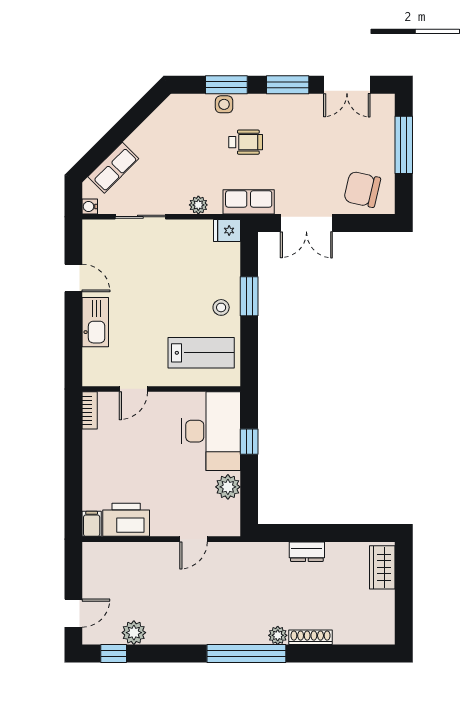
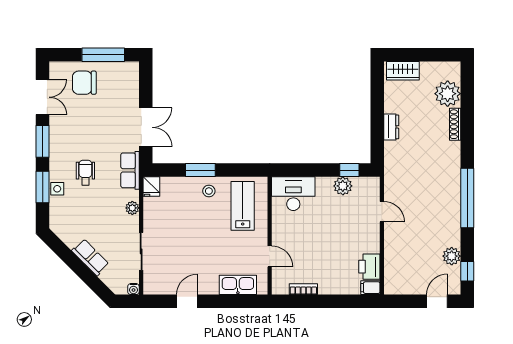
window: (404, 145) -> (103, 55), moved
row of seats: (113, 168) -> (90, 257), moved
chair: (362, 189) -> (84, 83), moved, turned 77
kitchen sink: (95, 322) -> (238, 285), moved
bookcase: (90, 410) -> (303, 289), moved
desk: (211, 431) -> (293, 194), width x0.73, depth x0.77
window: (249, 442) -> (349, 170), moved
printer: (126, 520) -> (369, 267), width x0.73, depth x0.84
door: (73, 613) -> (437, 301), hinge flipped
plant: (278, 635) -> (448, 94), moved, width x1.88, depth x1.88
window: (246, 654) -> (467, 198), moved

